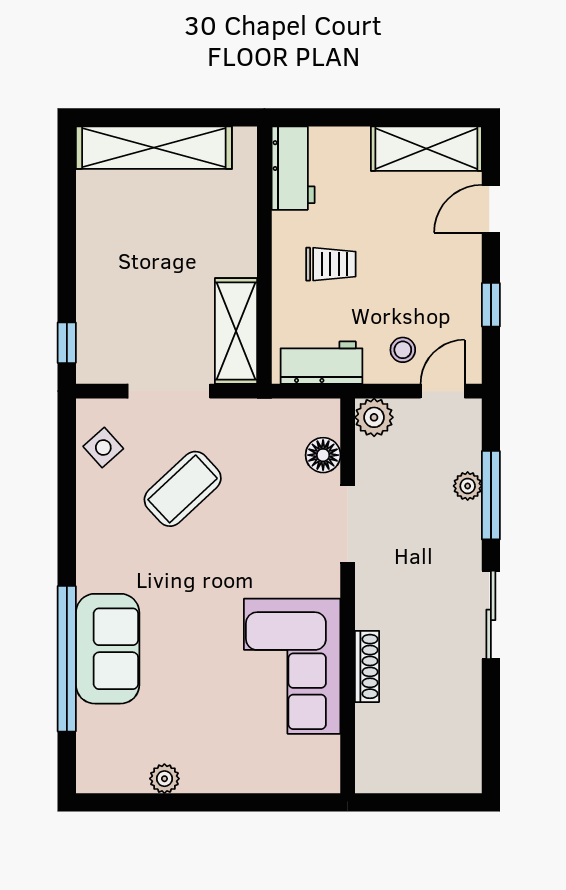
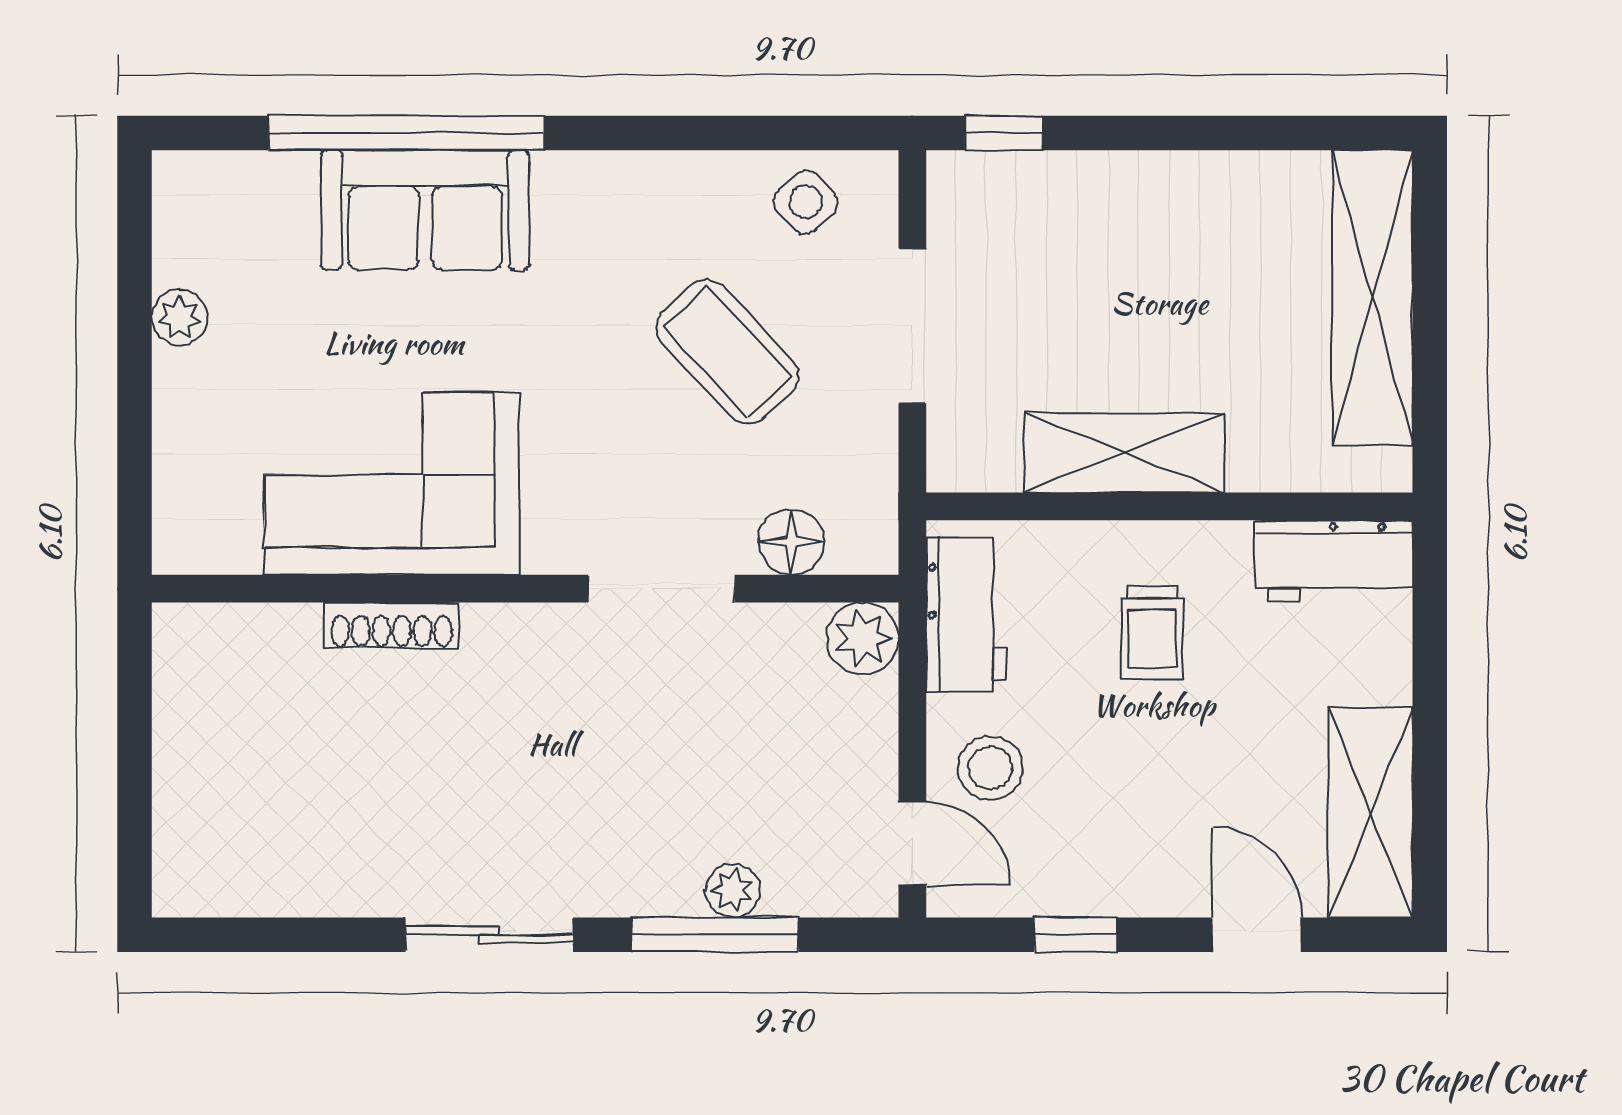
shelving: (236, 331) -> (1124, 453), moved
stool: (403, 350) -> (990, 768), width x1.37, depth x1.37
plant: (374, 417) -> (863, 638), moved
floor lamp: (323, 455) -> (791, 542), moved
doorway: (348, 524) -> (661, 589), moved
wall: (348, 596) -> (525, 589), moved
corner sofa: (292, 666) -> (392, 484), moved
shoe rack: (367, 666) -> (392, 625), moved

